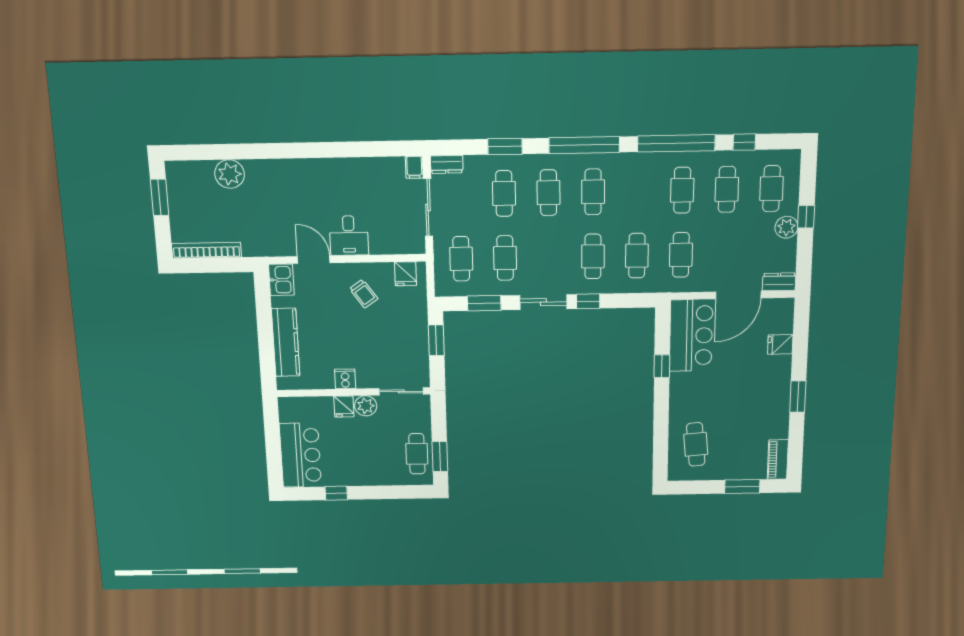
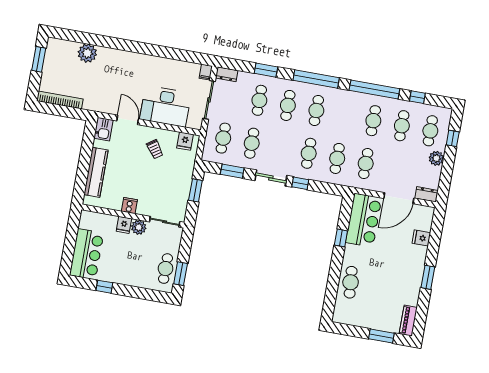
window: (806, 217) -> (453, 138), moved
desk: (349, 236) -> (165, 106), width x1.87, depth x1.30
cafe table: (696, 444) -> (351, 282), moved

